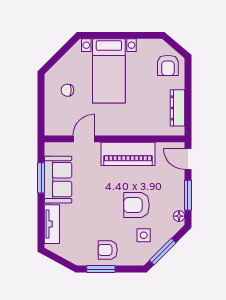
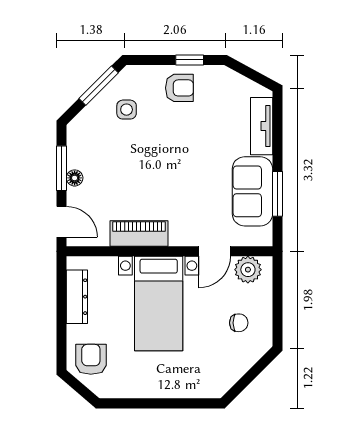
bed with nightstands: (109, 71) -> (159, 304), moved, turned 180
plant: (61, 126) -> (248, 270), added
piano: (128, 154) -> (139, 233), width x0.73, depth x0.75
armchair: (136, 205) -> (137, 154), removed
floor lamp: (179, 216) -> (75, 178), moved
window: (101, 269) -> (190, 60), width x0.67

